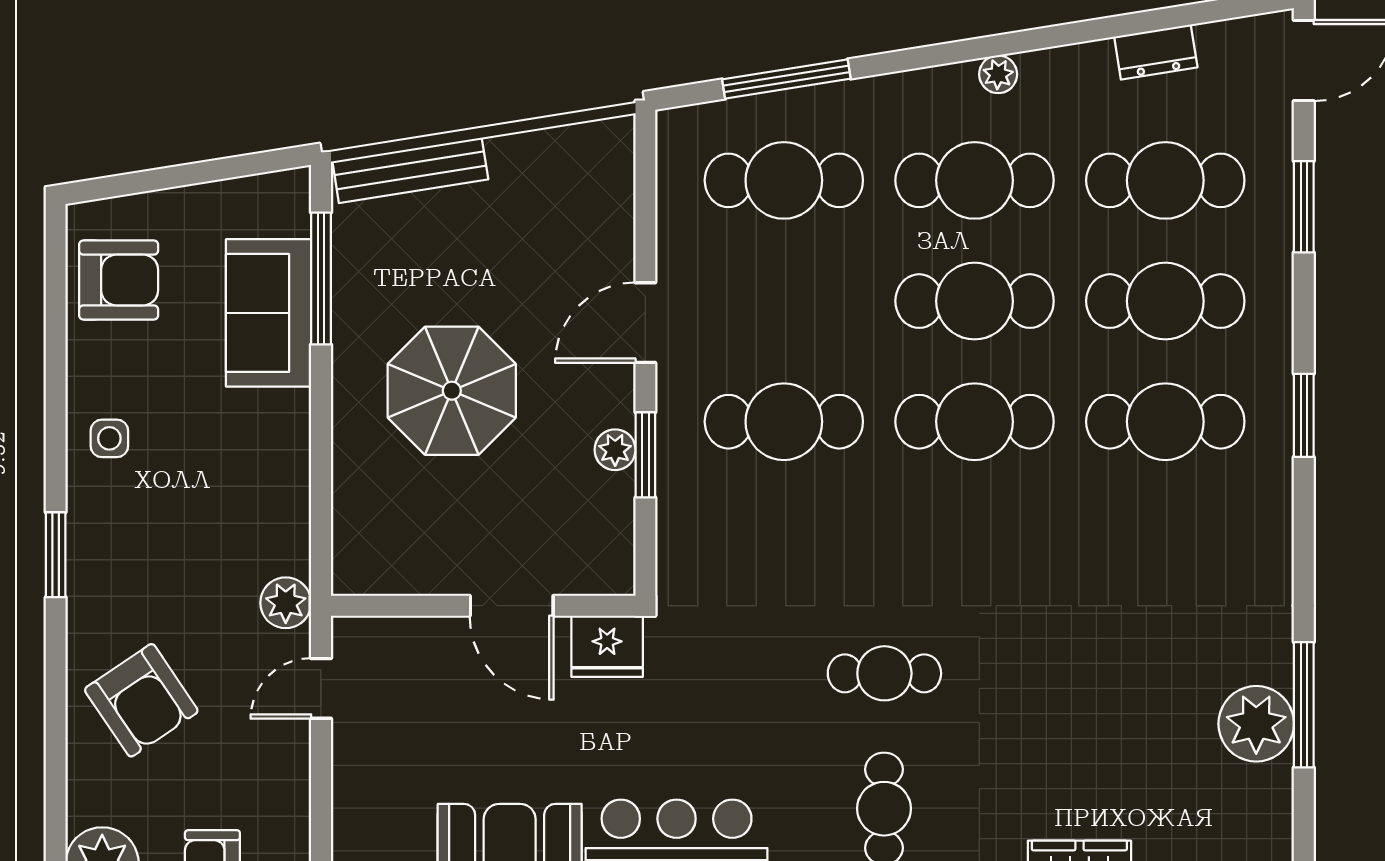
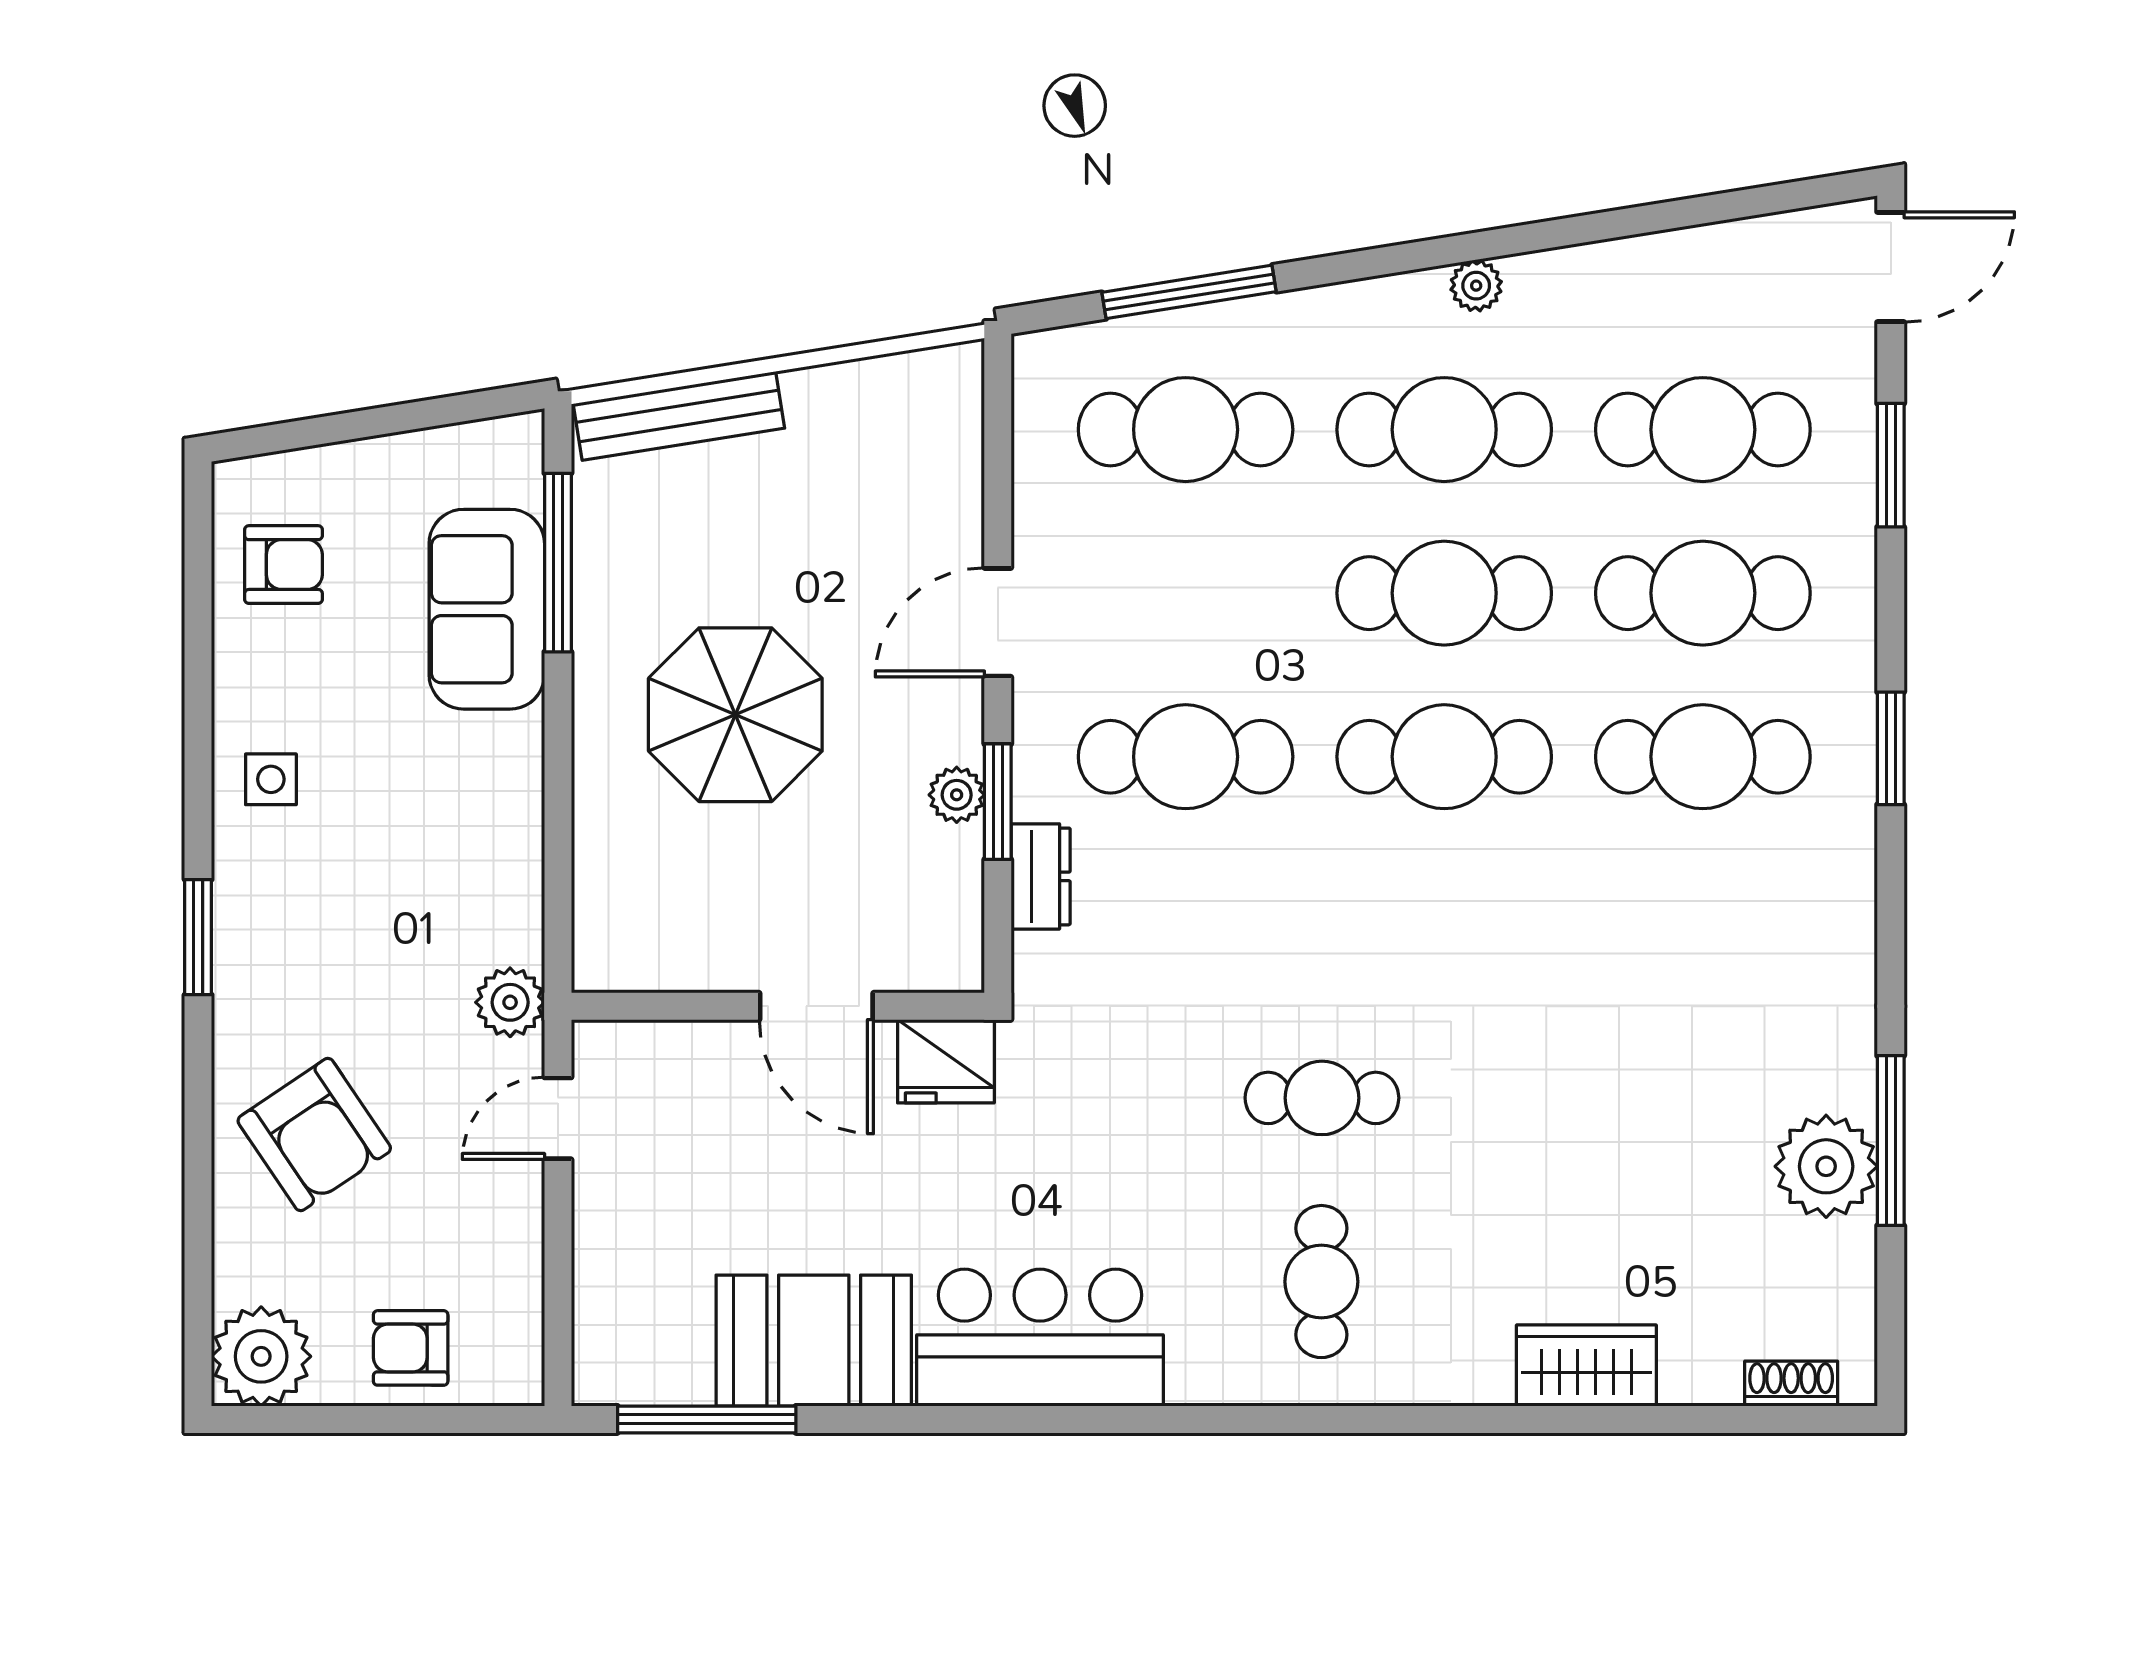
dresser: (1156, 52) -> (1041, 876), moved, turned -81
armchair: (119, 280) -> (283, 565), width x0.72, depth x0.72

